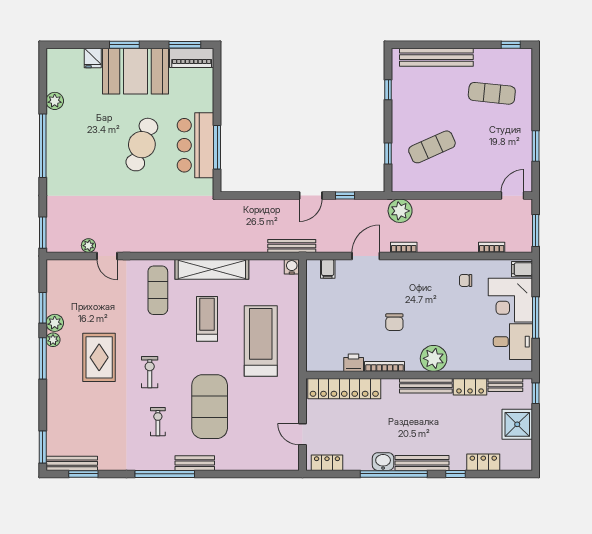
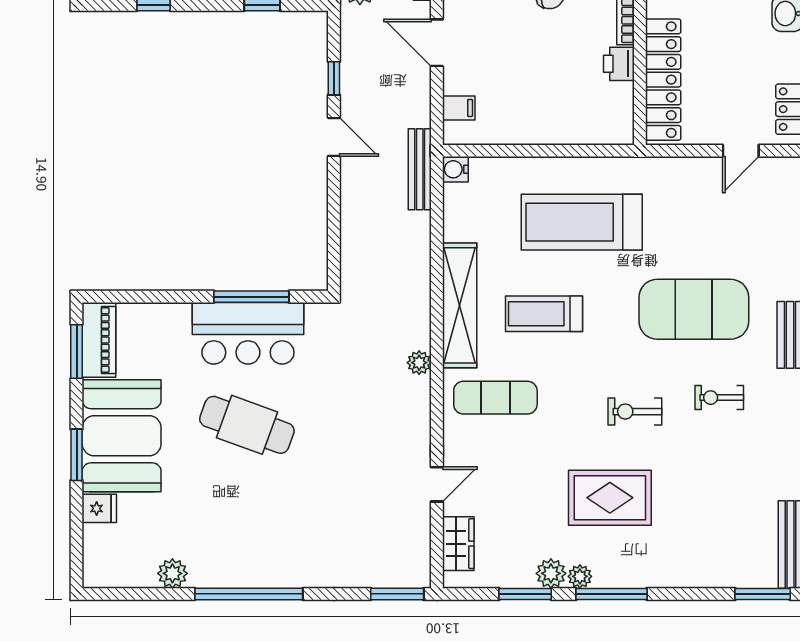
plant: (88, 246) -> (419, 363), moved
wardrobe: (72, 268) -> (458, 544), added

